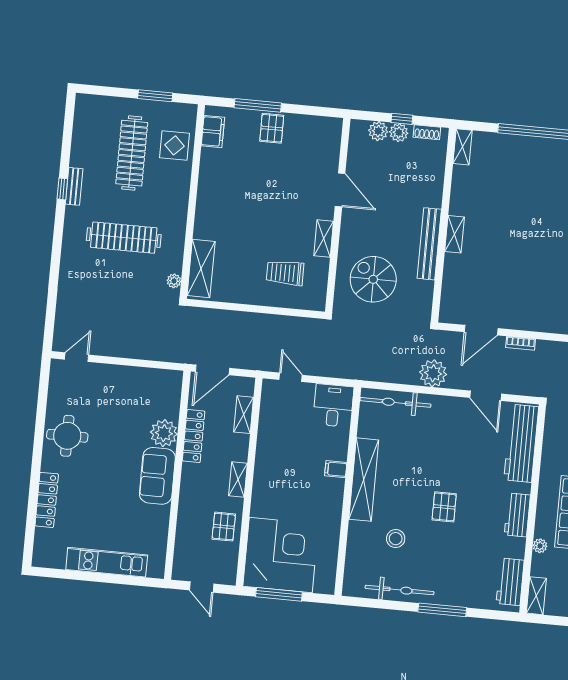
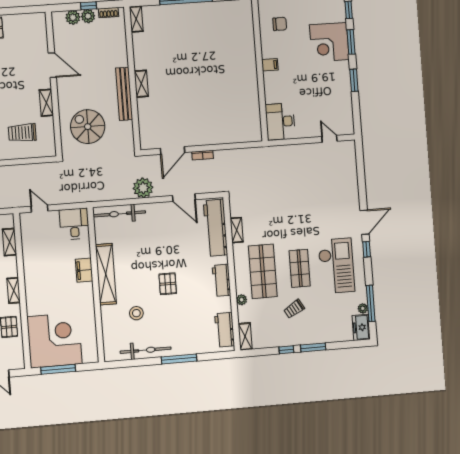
shelving: (549, 451) -> (237, 230), added
filing cabinet: (336, 469) -> (84, 270), width x2.00

